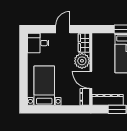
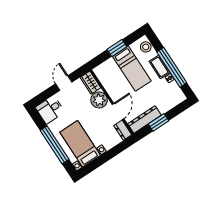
window: (23, 73) -> (55, 145), added
door: (91, 80) -> (118, 111), swing flipped

